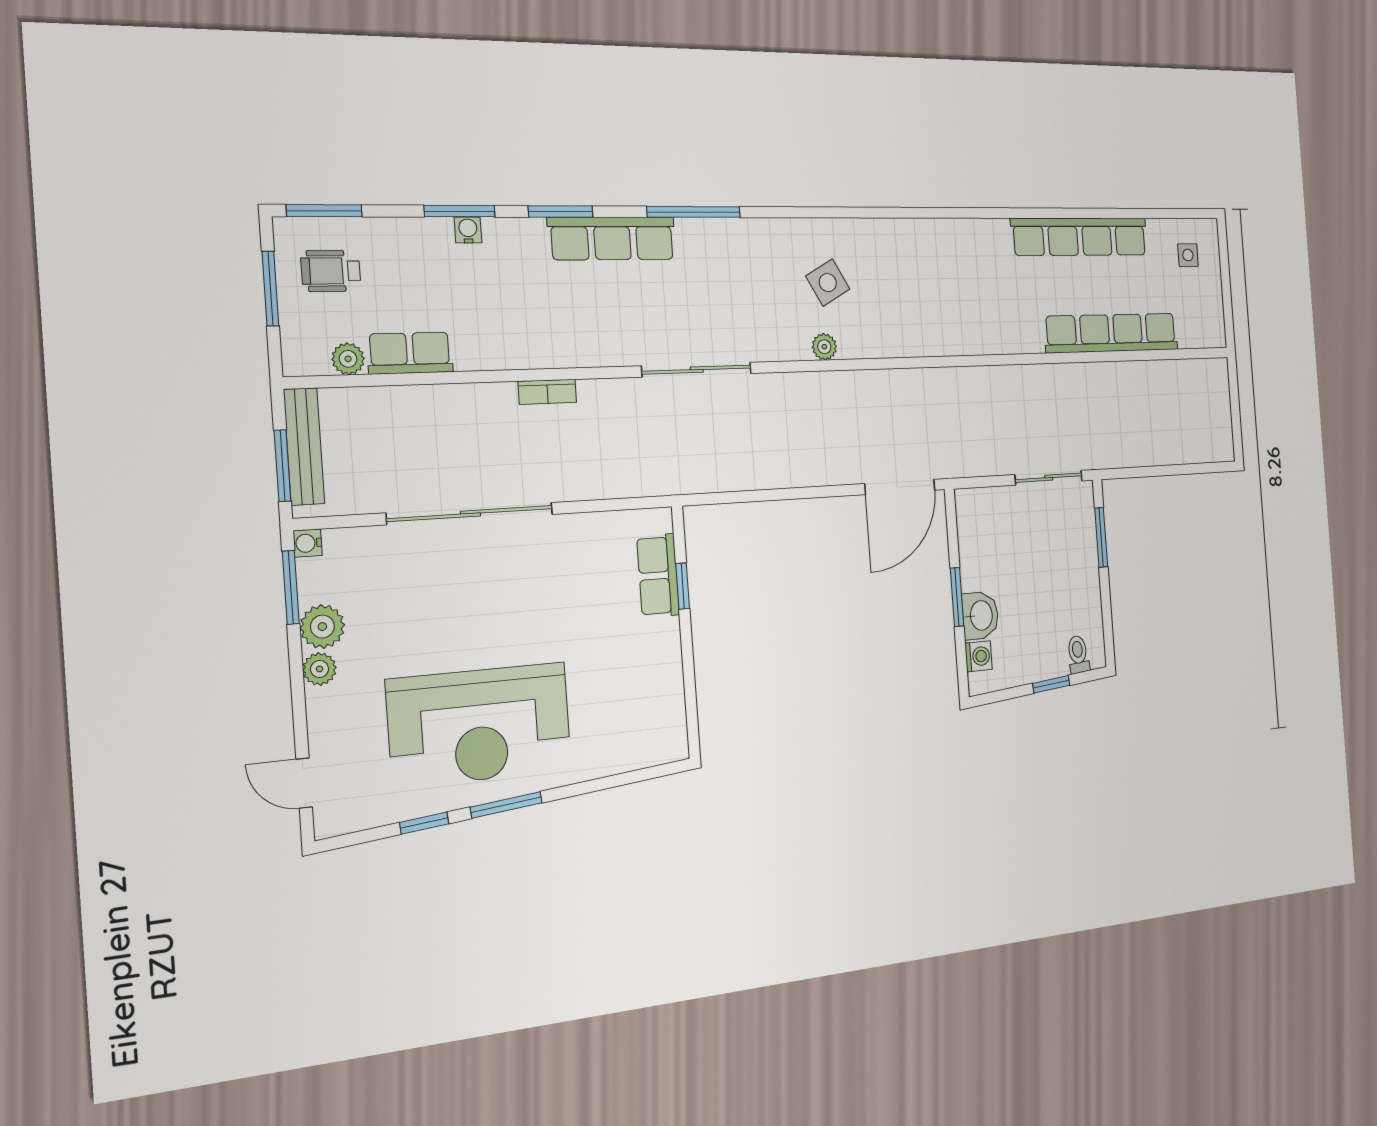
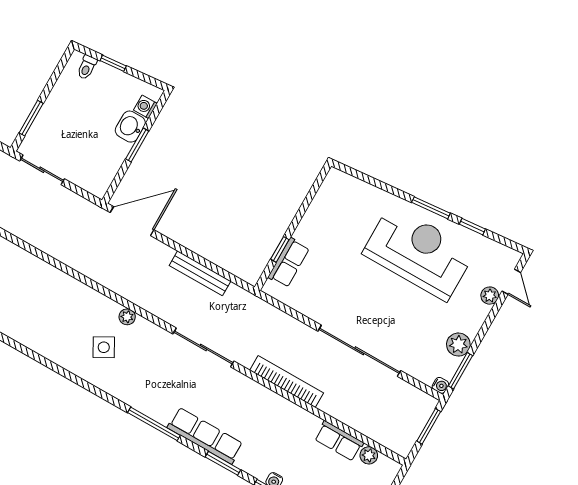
bookcase: (547, 392) -> (287, 382), width x2.31, depth x1.31
bench: (304, 447) -> (200, 273), moved, turned 90
plant: (320, 669) -> (490, 296), moved

